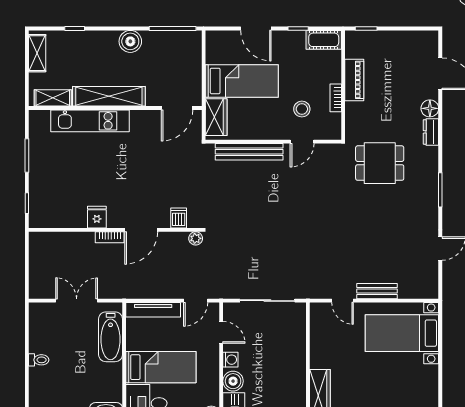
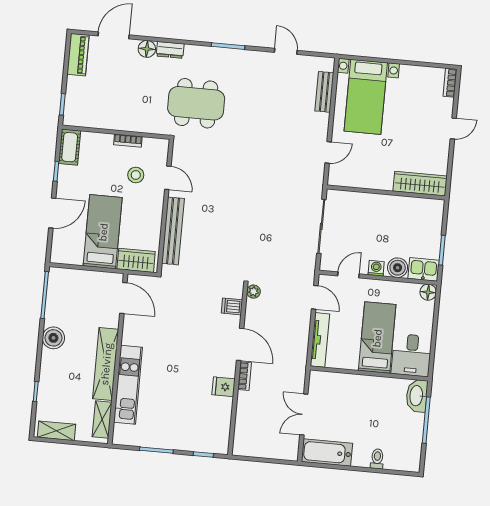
piano: (354, 80) -> (78, 55), moved, turned 90
dining table: (380, 163) -> (196, 103), width x1.38
bench: (377, 291) -> (324, 92), moved
bathtub: (111, 337) -> (327, 452), moved, turned 180
toilet: (39, 360) -> (377, 459), moved

